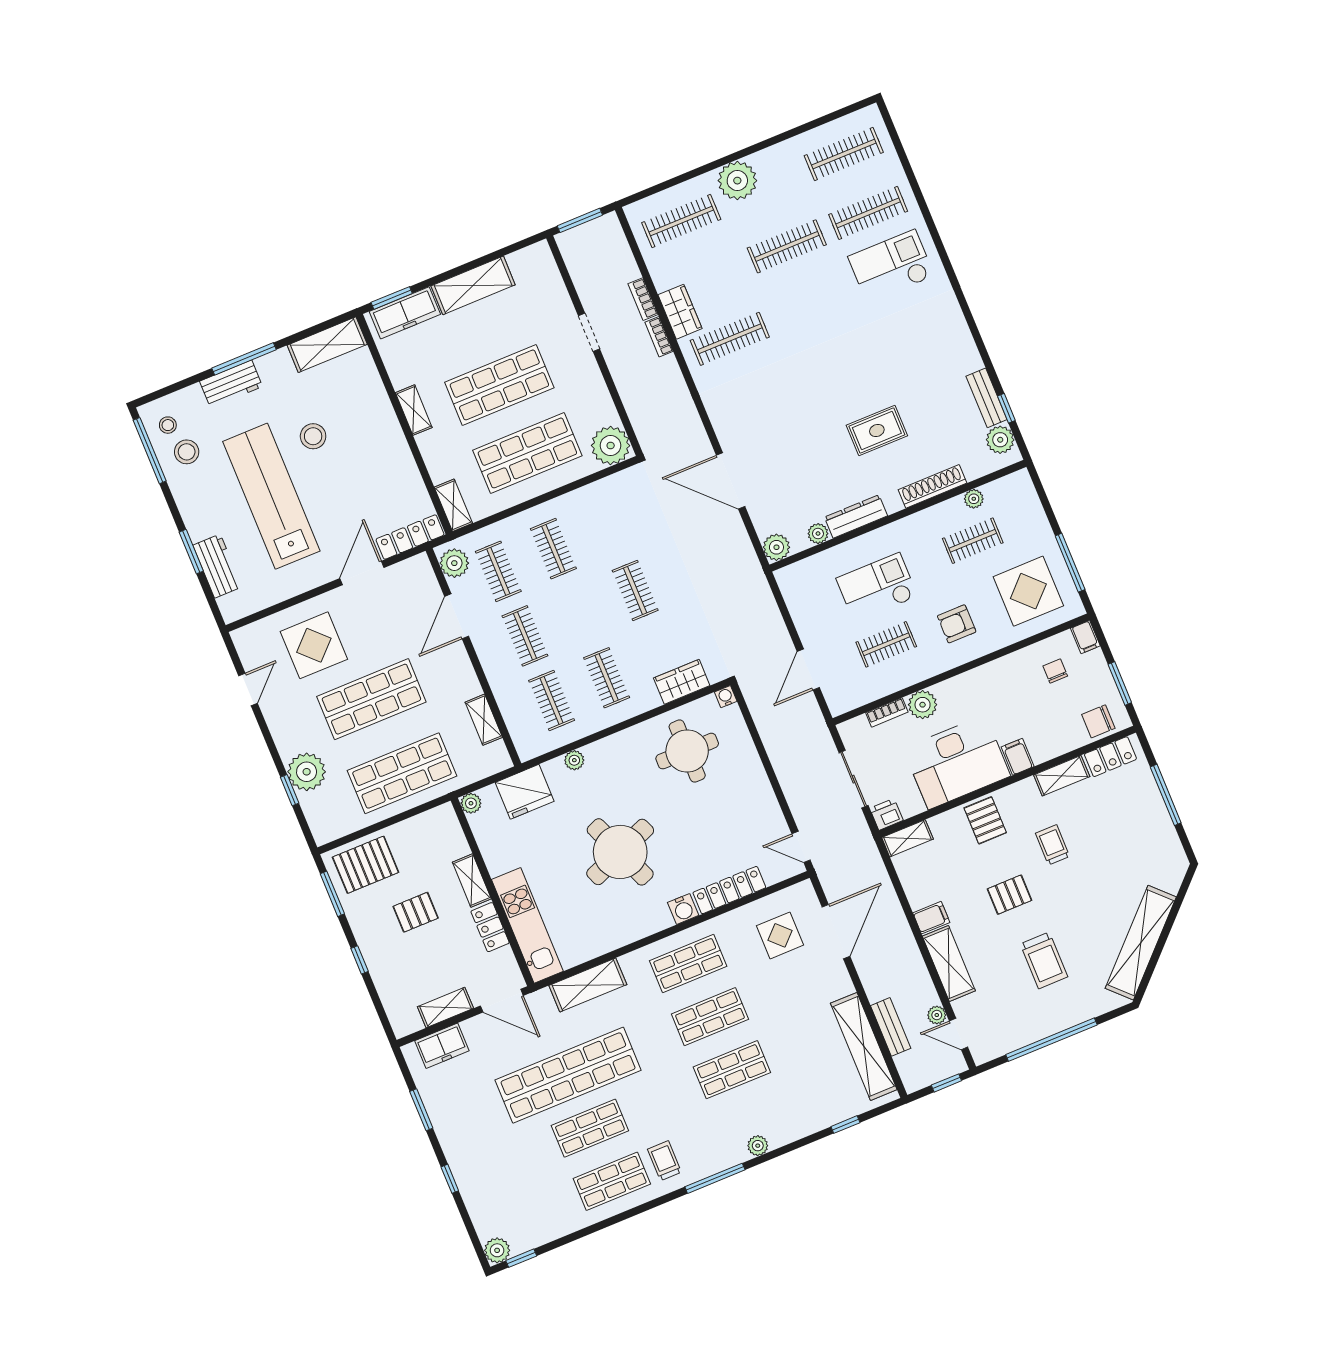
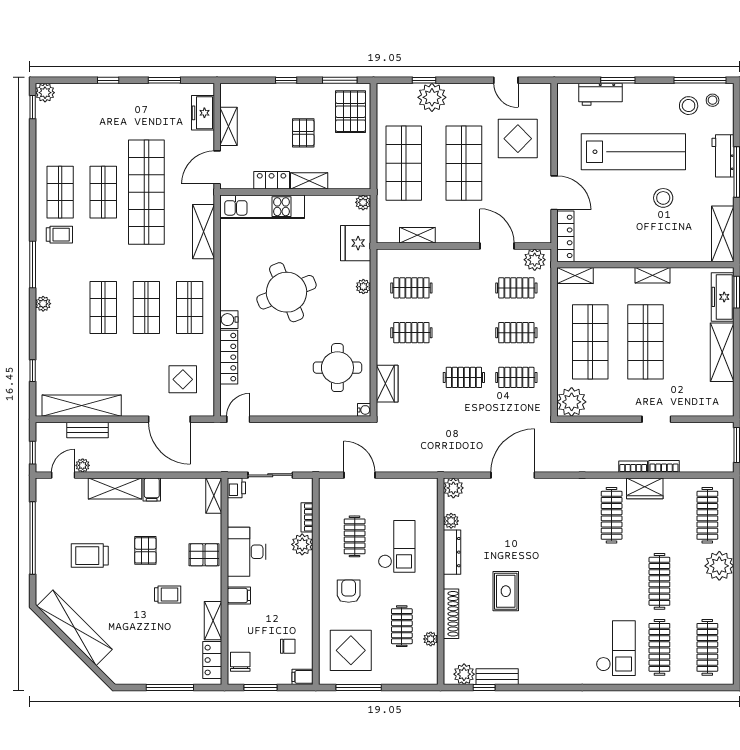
clothes rail: (525, 636) -> (516, 377), moved
desk: (957, 762) -> (247, 552), width x0.73, depth x0.77

